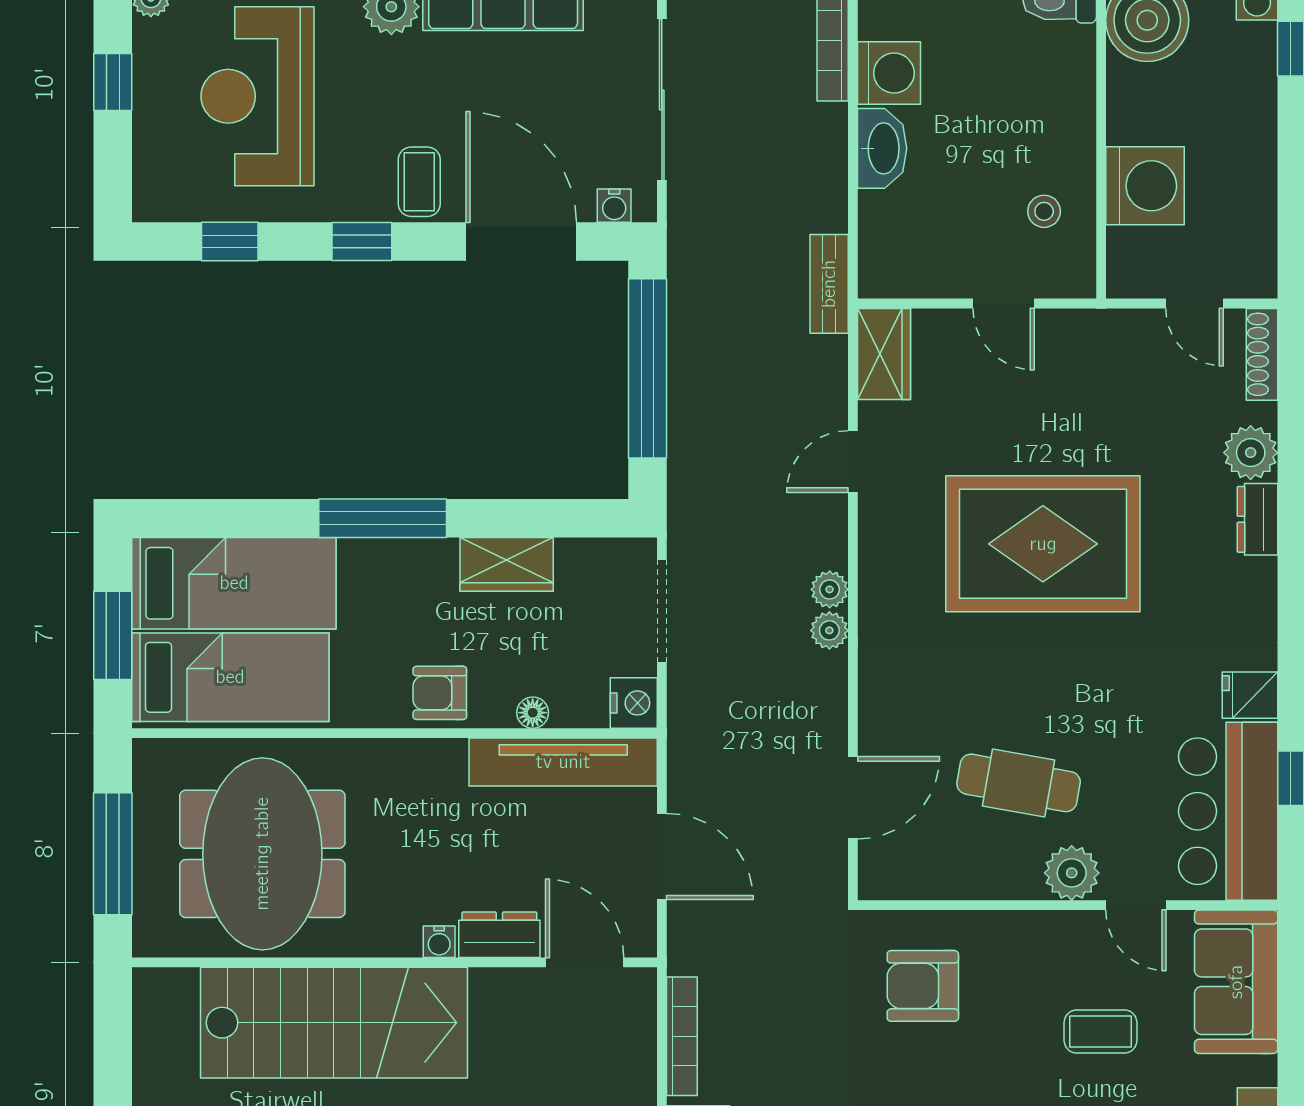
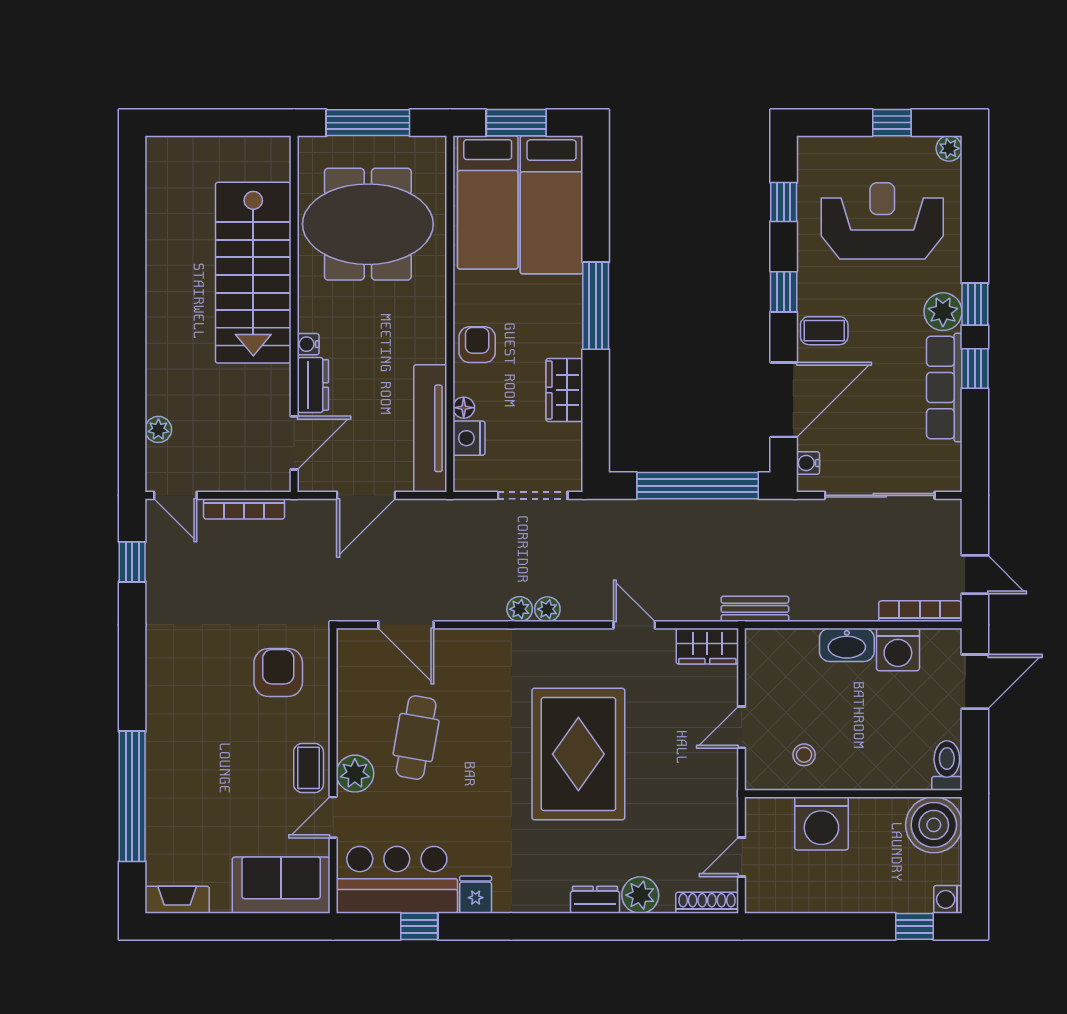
nightstand: (634, 703) -> (469, 438), moved, turned 90
coffee table: (1101, 1032) -> (309, 768), moved

